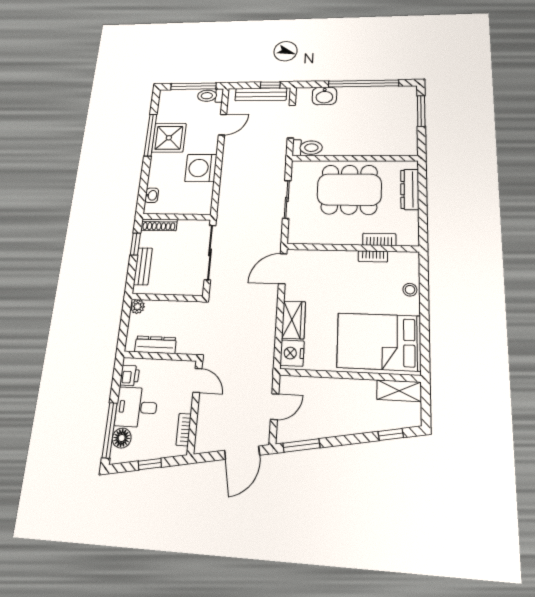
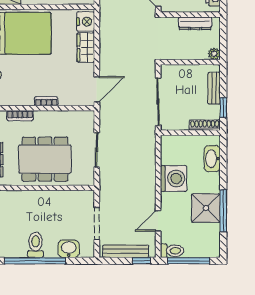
window: (270, 85) -> (142, 261), moved
toilet: (307, 148) -> (36, 245), moved, turned 90
washbasin: (152, 195) -> (212, 159), width x1.91, depth x1.45
bookcase: (373, 256) -> (46, 101), moved

